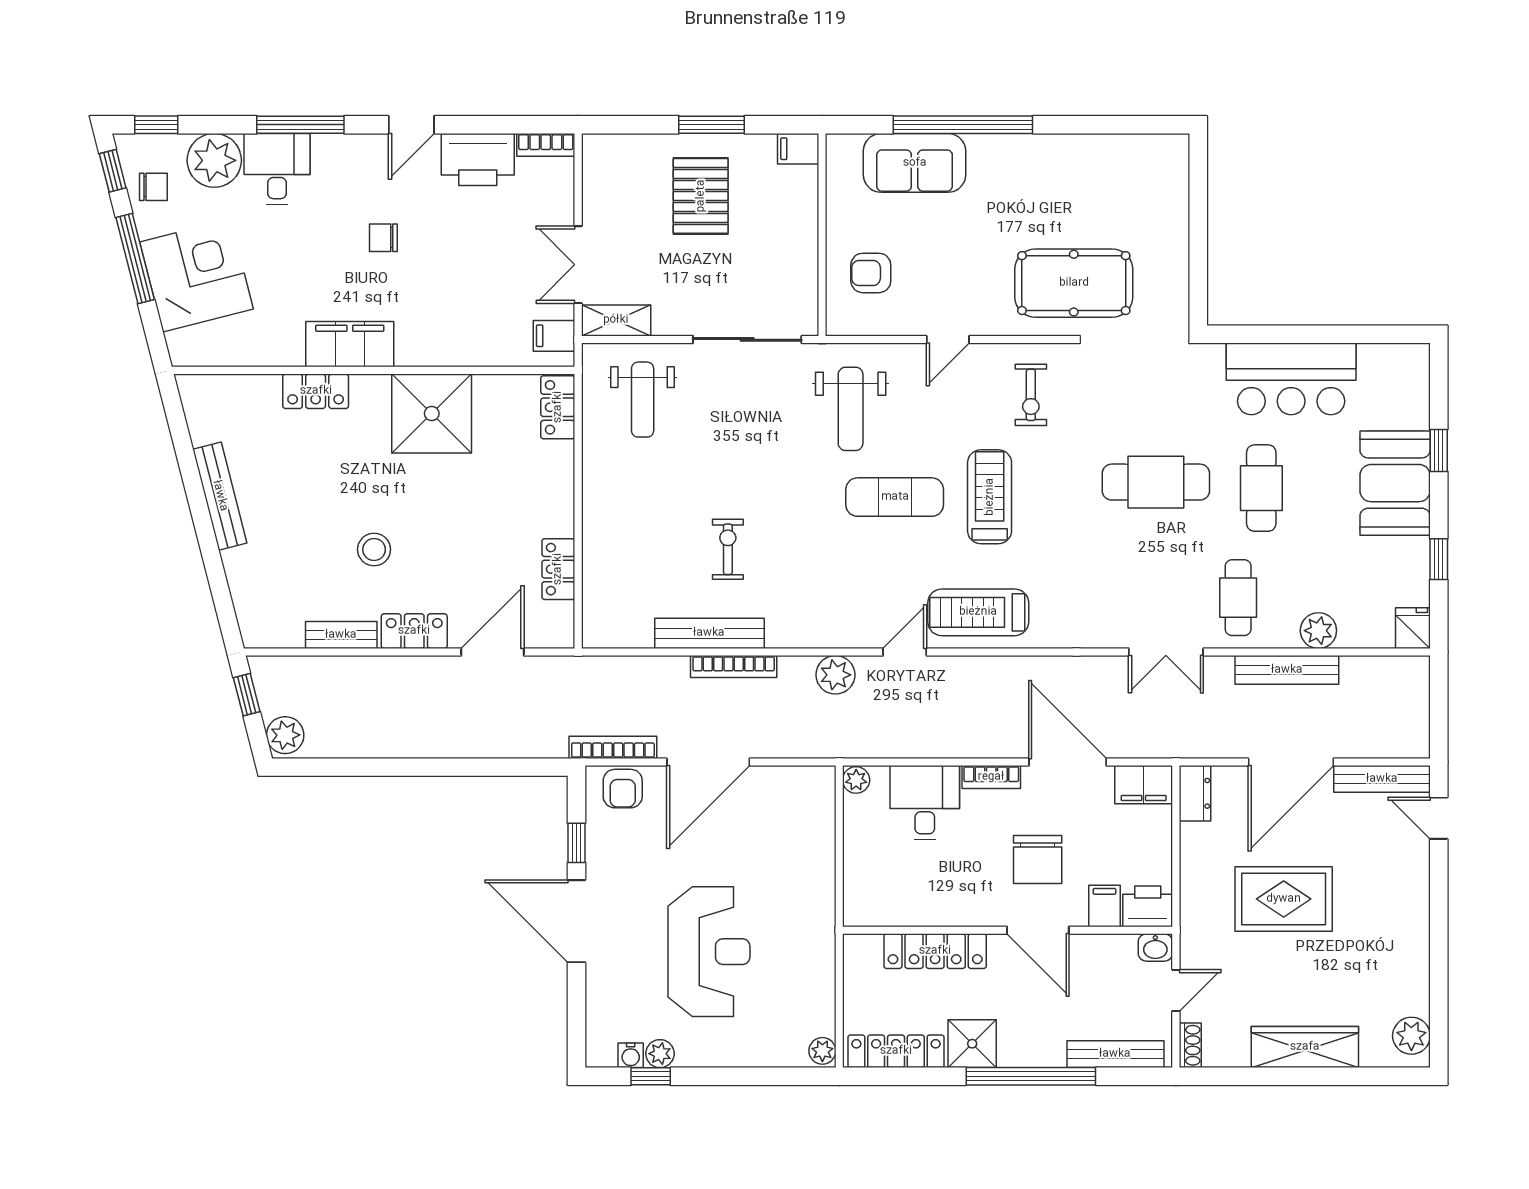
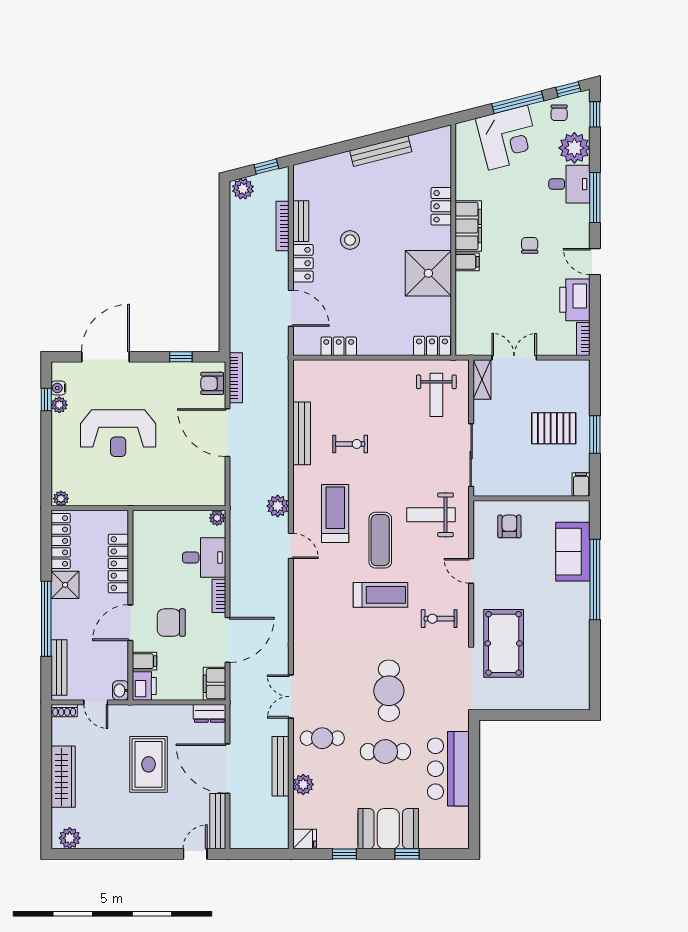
filing cabinet: (554, 336) -> (467, 262), moved, turned 90
weight bench: (643, 400) -> (436, 395), turned -90
treadmill: (978, 612) -> (335, 514), moved
bookcase: (734, 666) -> (283, 226), moved
door: (576, 921) -> (105, 357), moved

